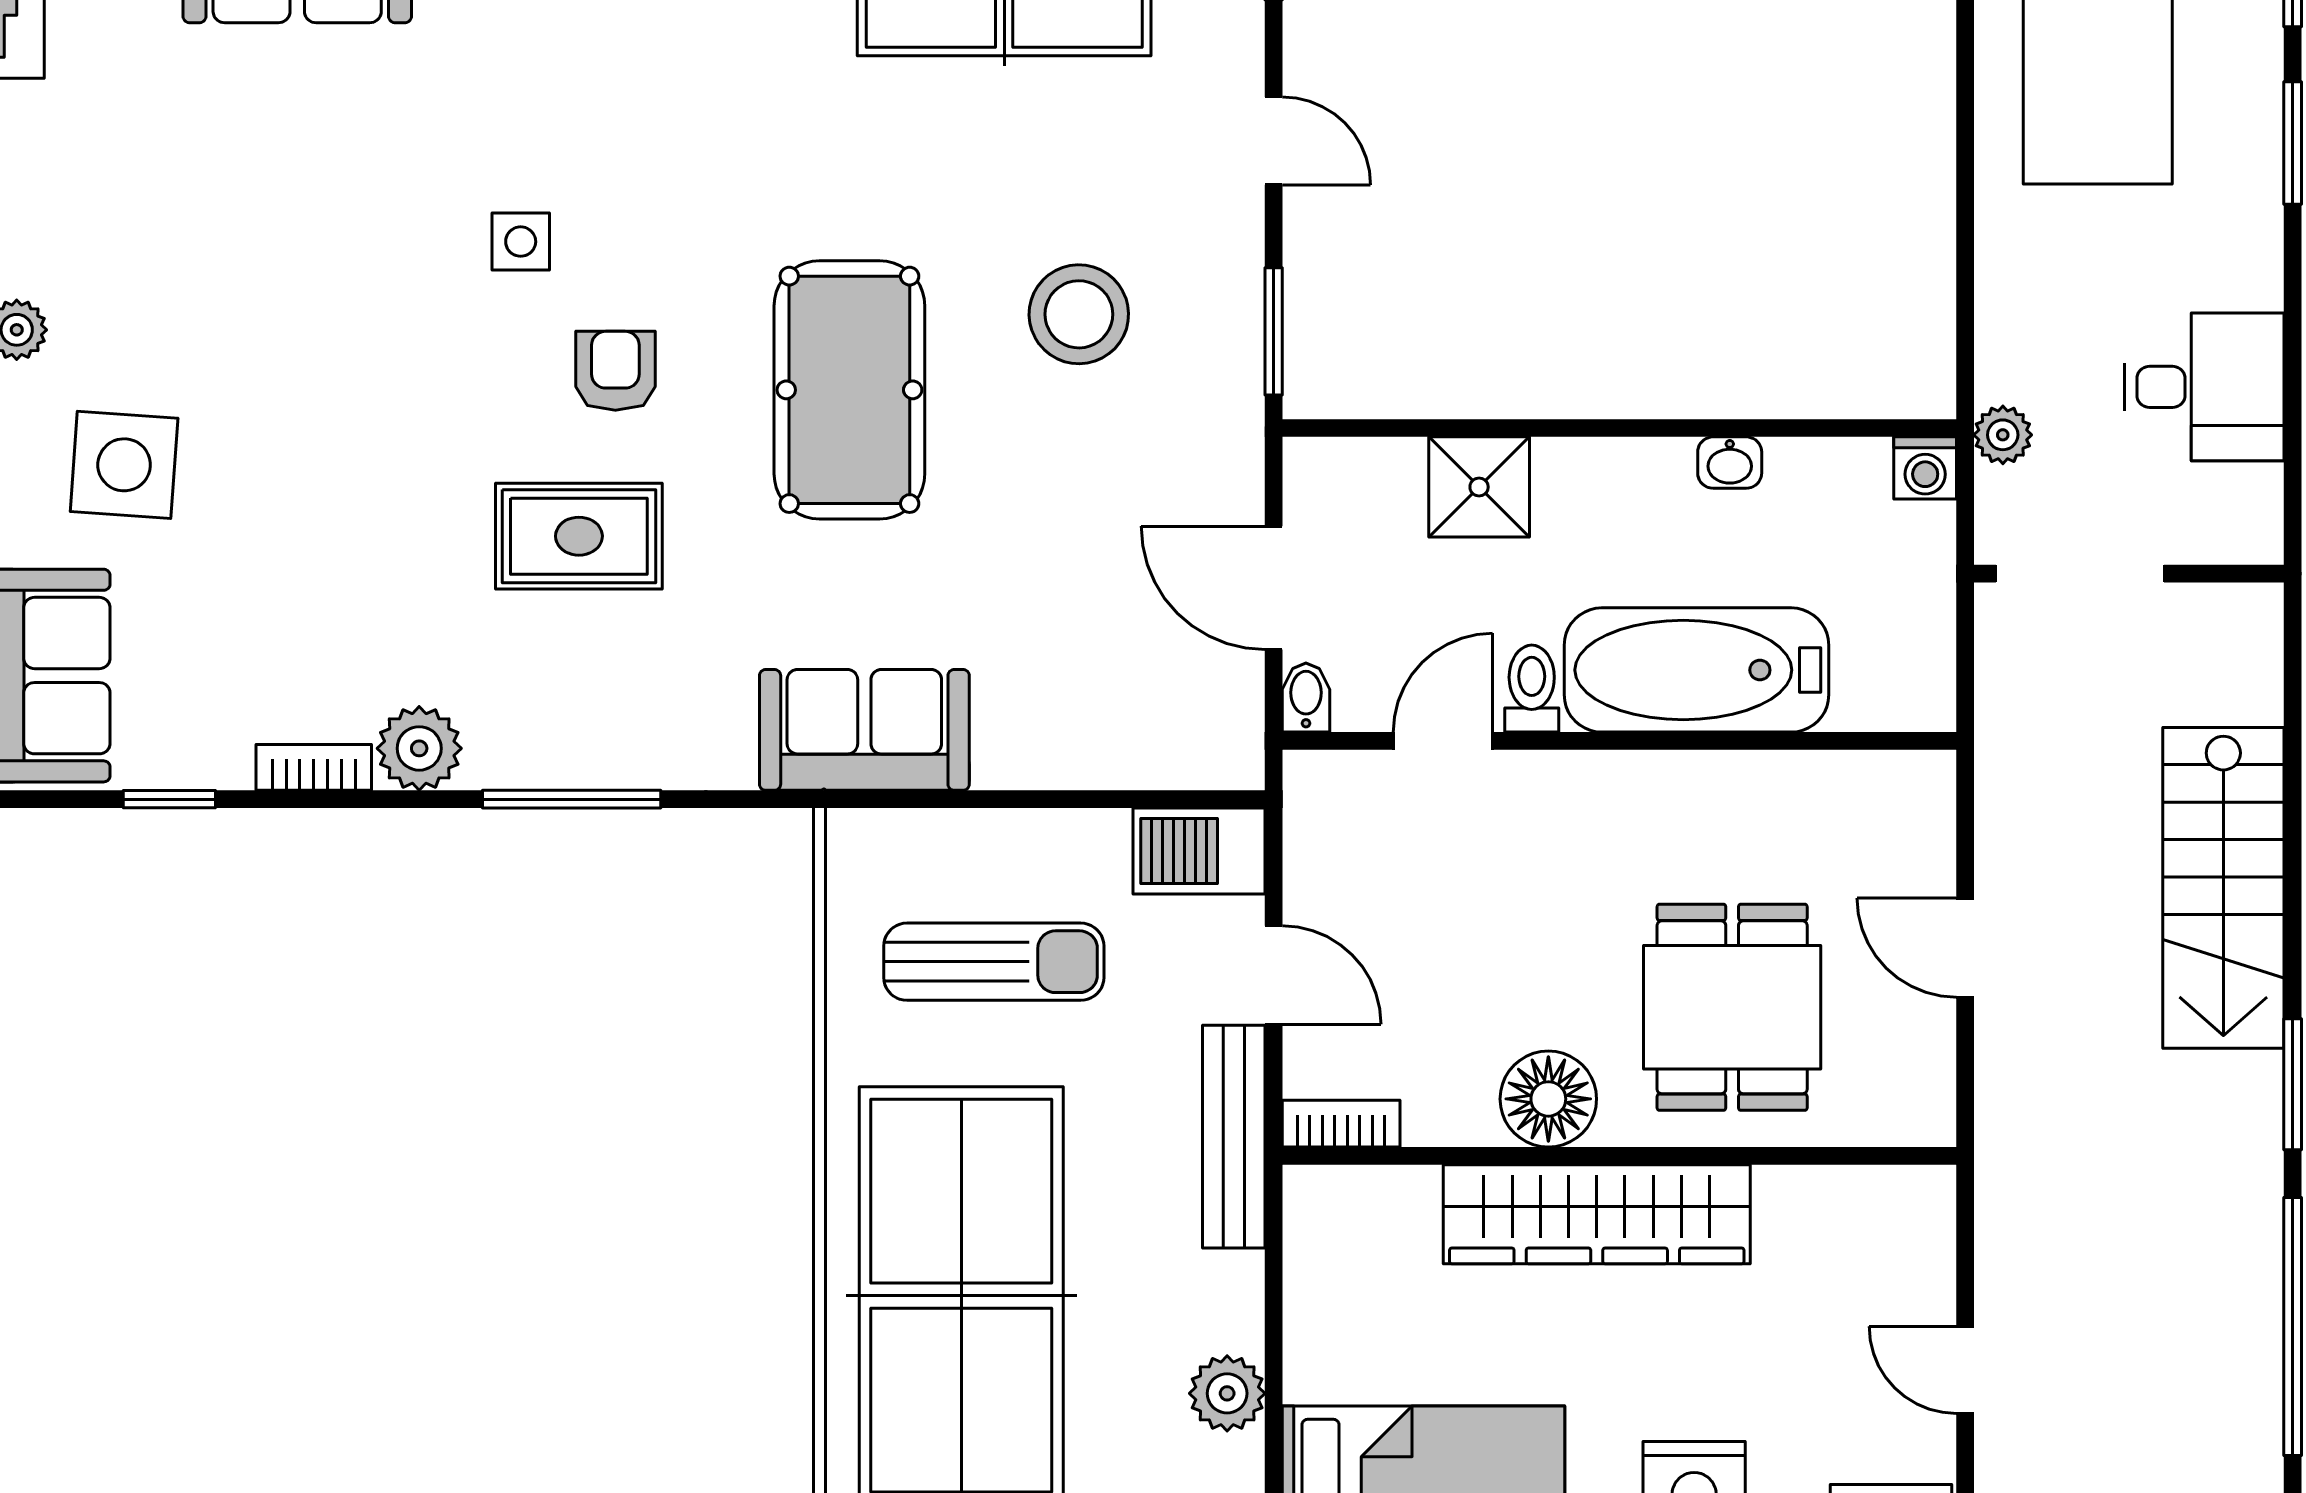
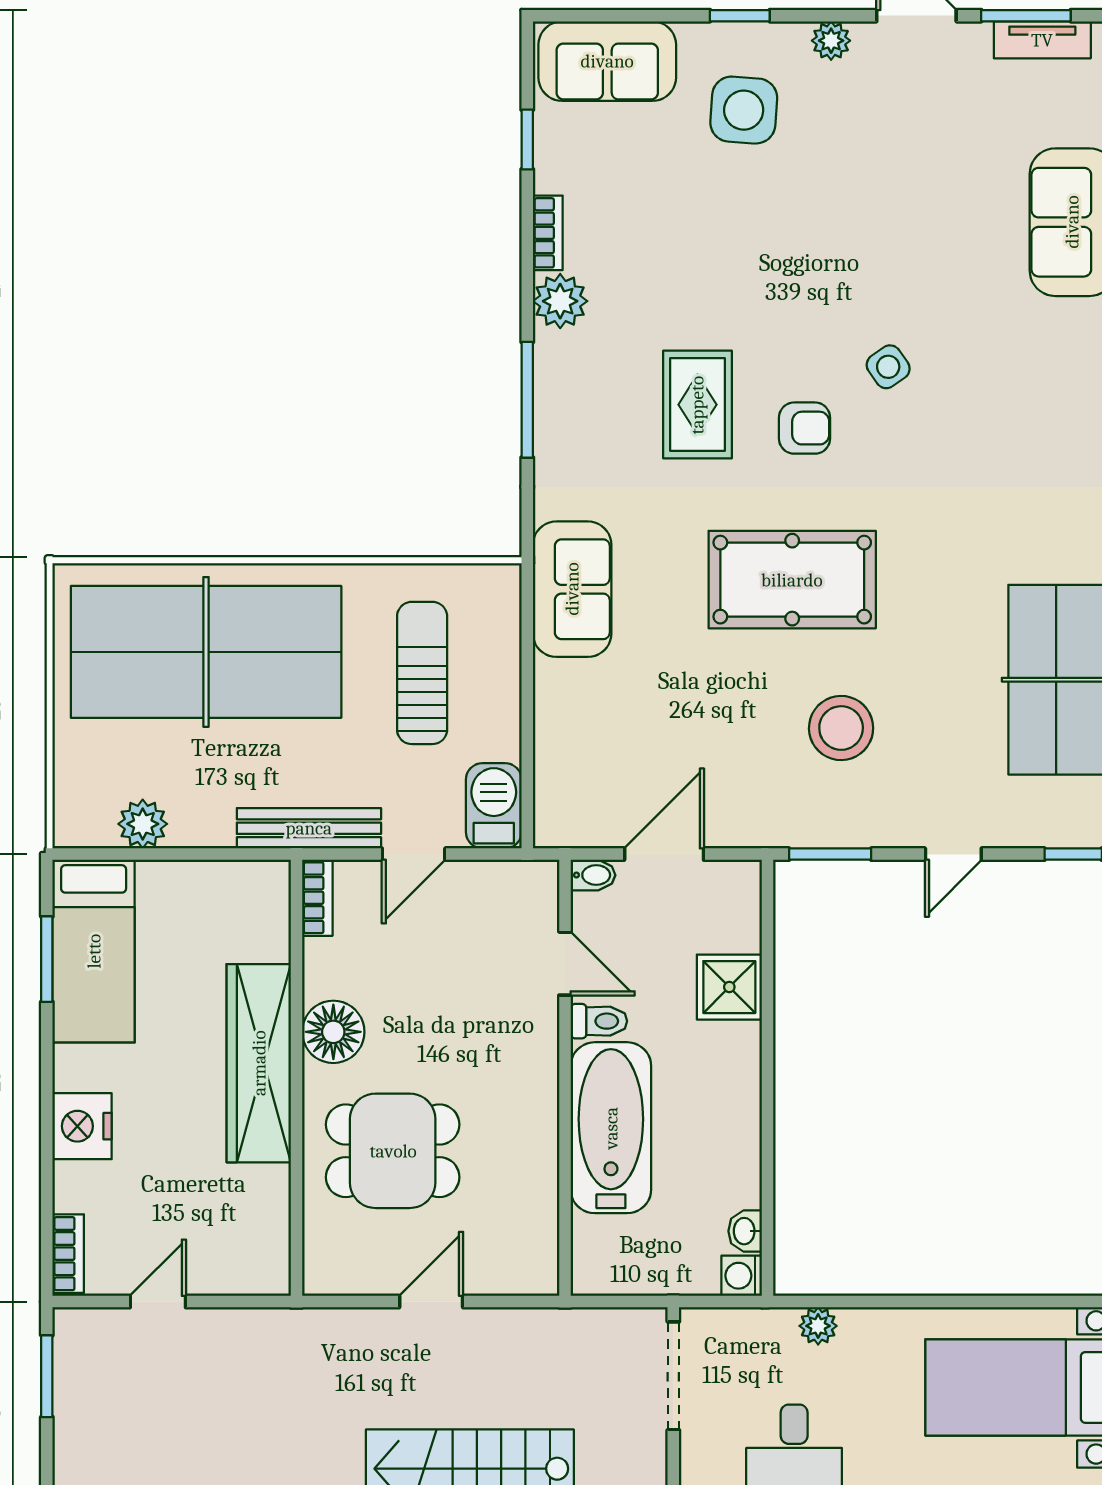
side table: (521, 242) -> (888, 367), turned -35
plant: (2003, 435) -> (818, 1326), moved
washbasin: (1730, 463) -> (745, 1231), moved
sun lounger: (994, 962) -> (422, 673), turned 180

